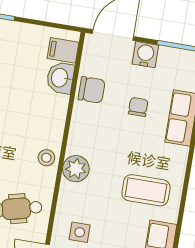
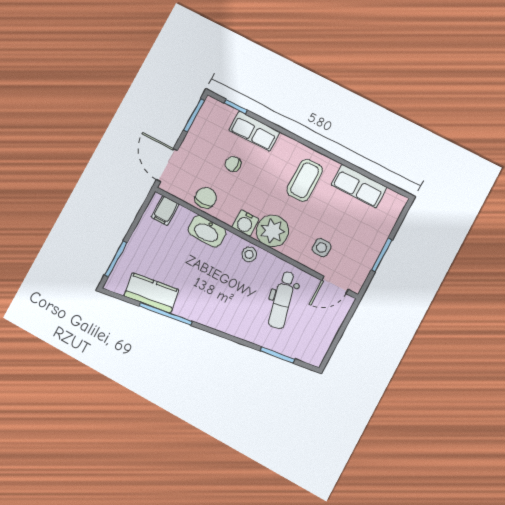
water cooler: (145, 55) -> (245, 223), moved, turned -90
washbasin: (60, 78) -> (207, 231), moved, width x1.38
plant: (76, 169) -> (272, 231), width x1.36, depth x1.36

